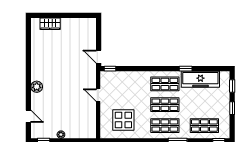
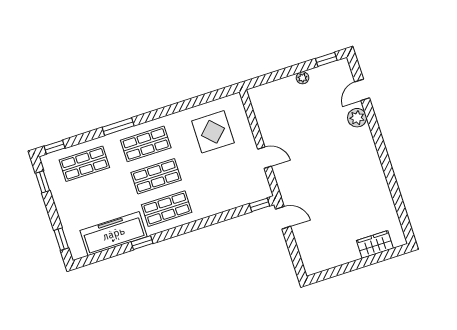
plant: (37, 87) -> (357, 118), moved
window: (232, 108) -> (43, 182), moved
door: (28, 116) -> (362, 90), hinge flipped

